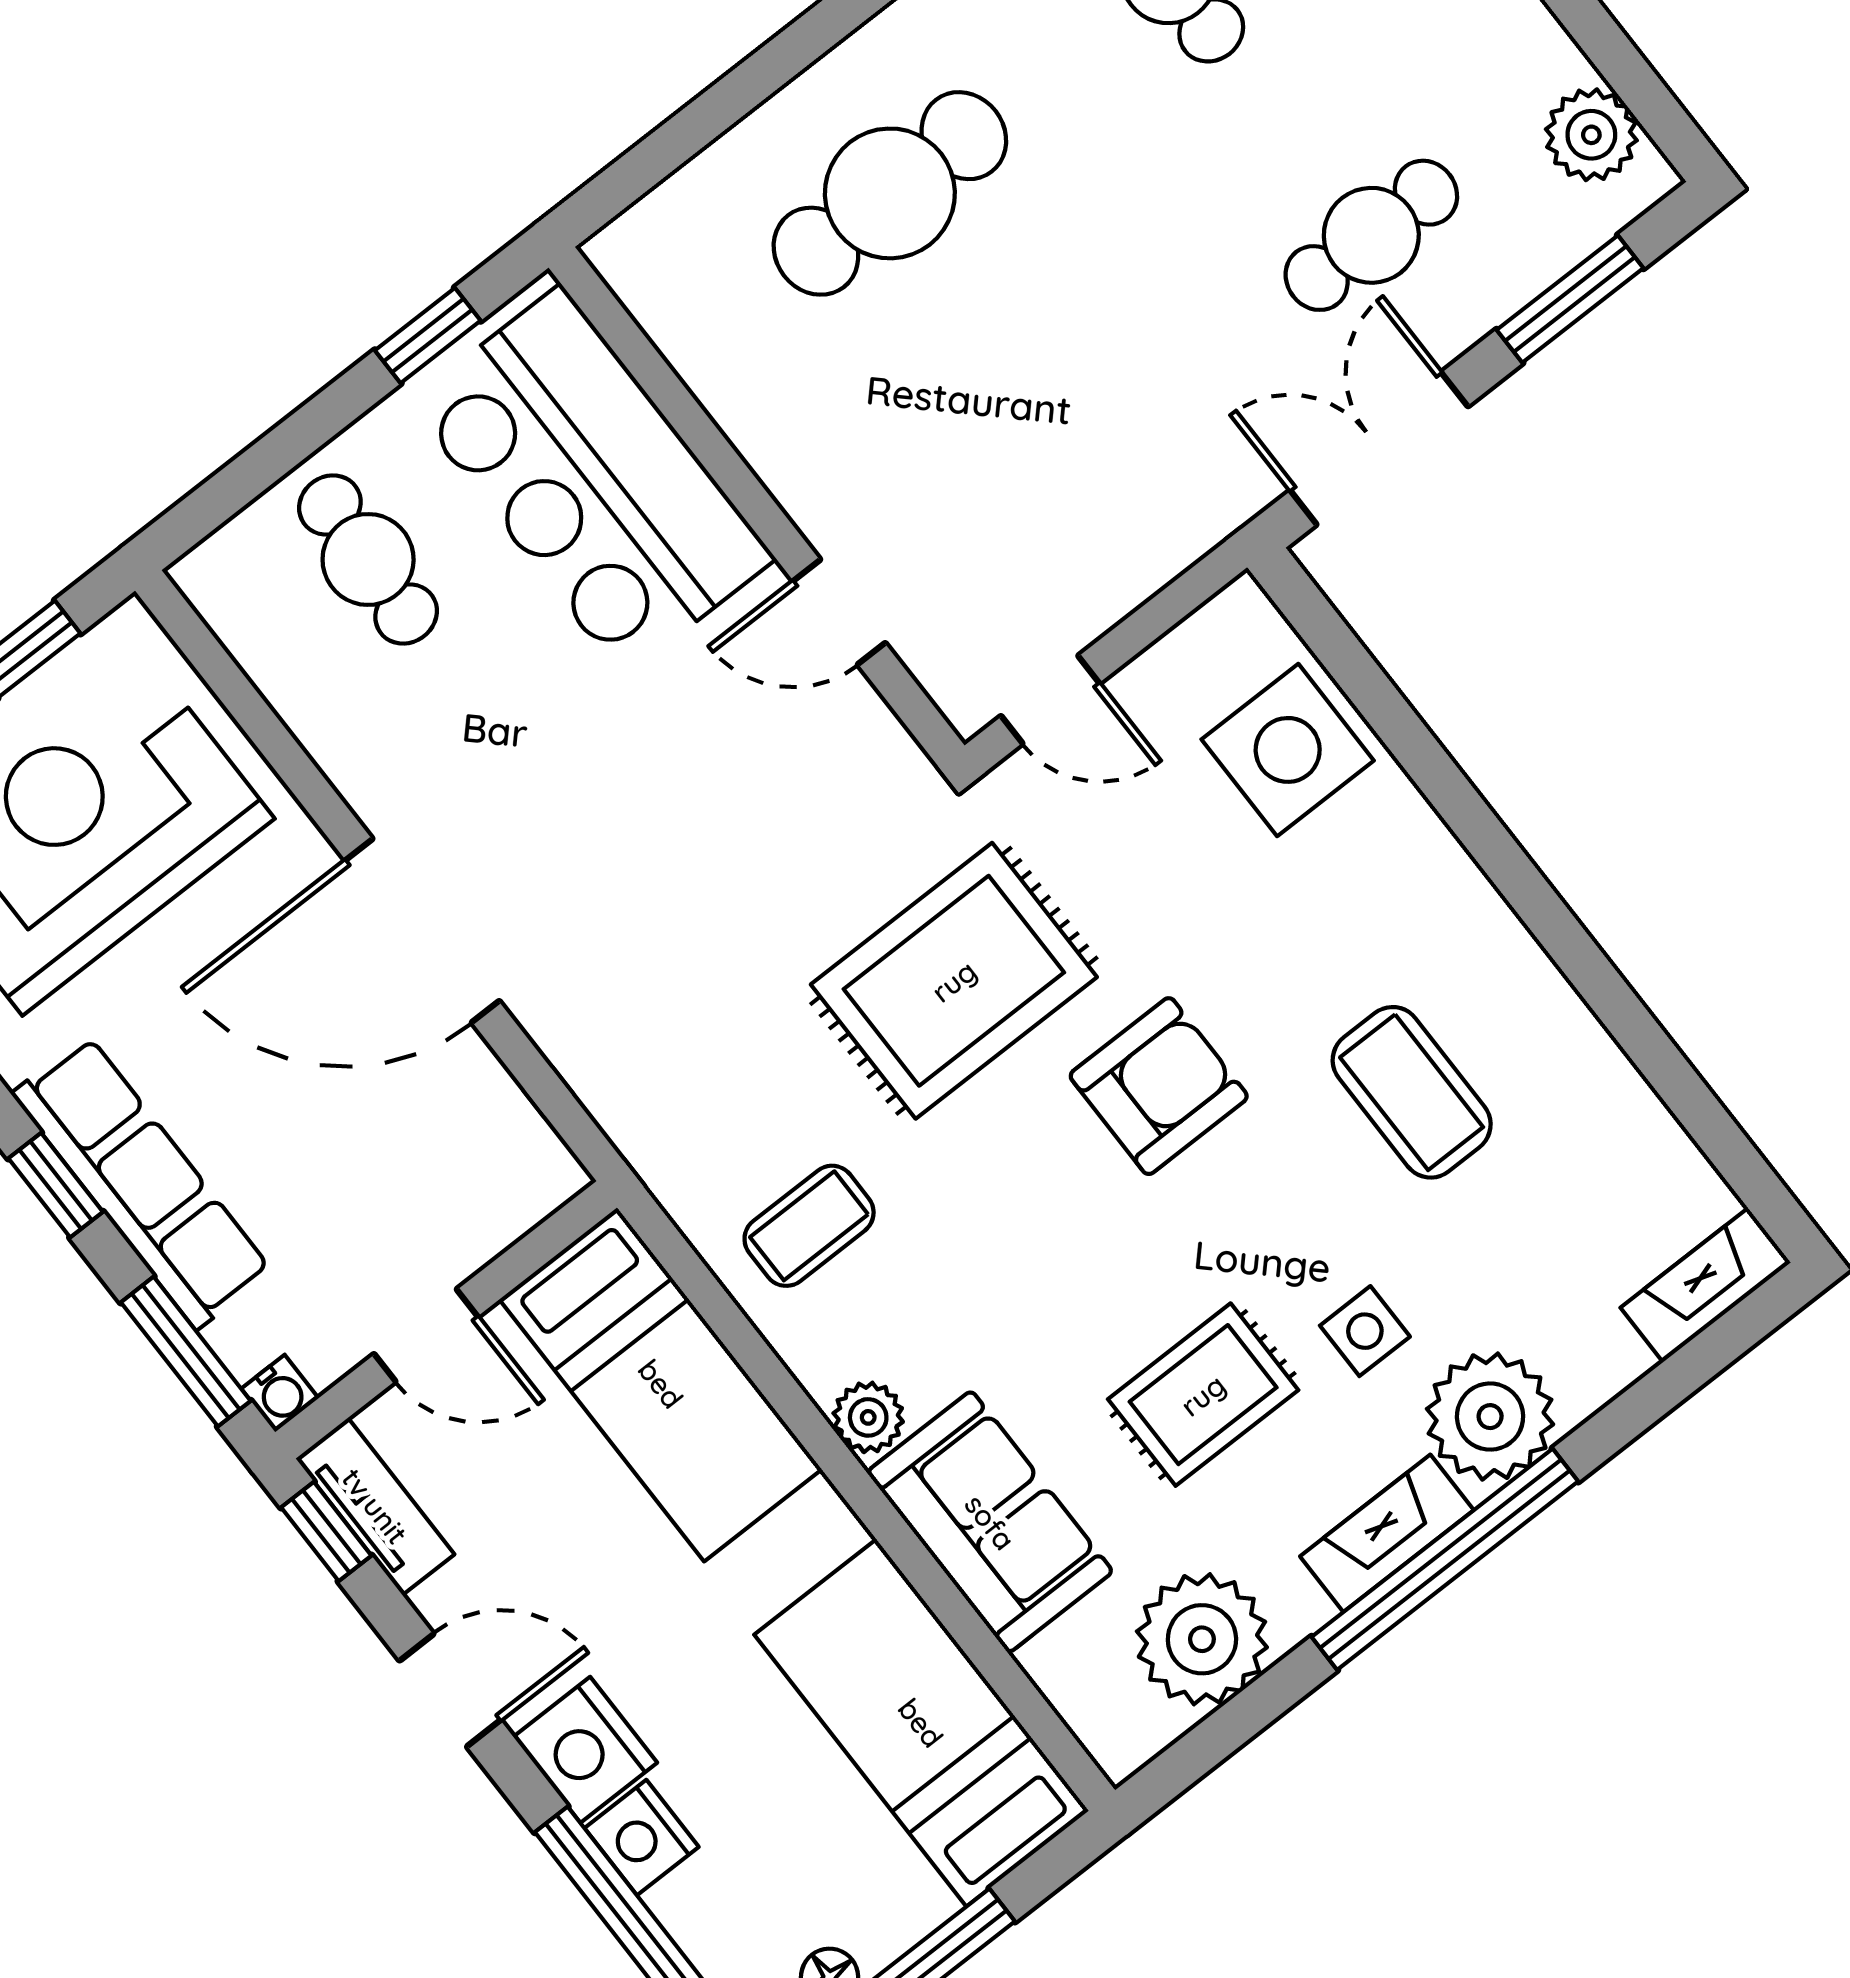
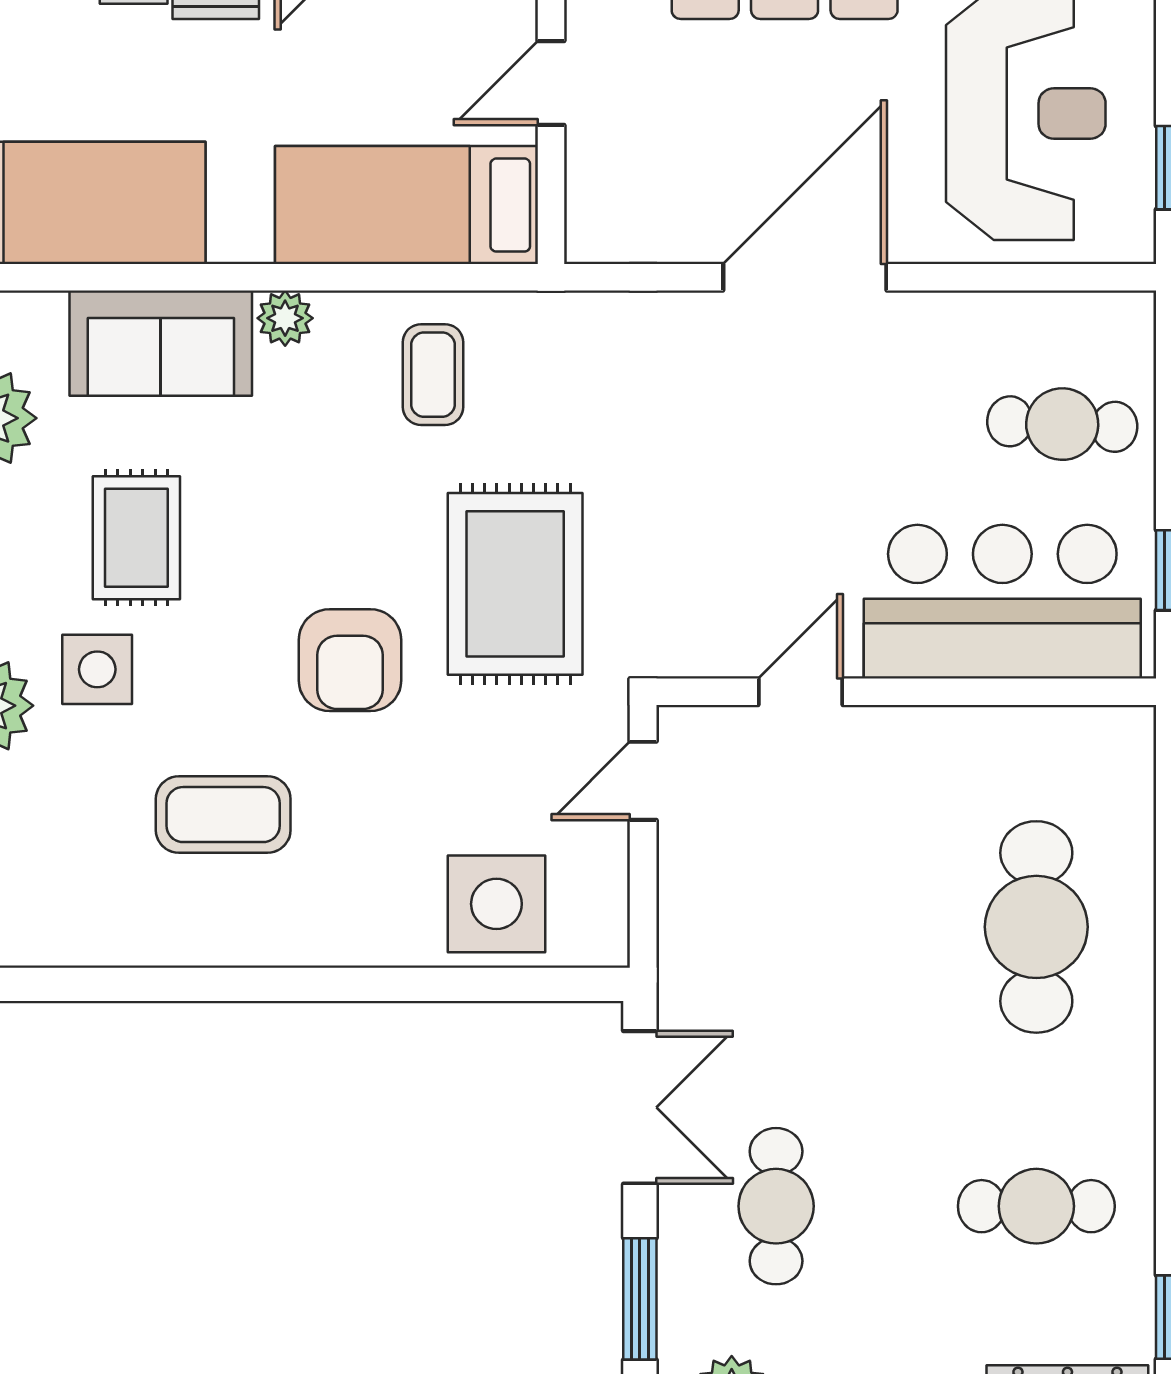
side table: (1365, 1331) -> (97, 669), width x1.37, depth x1.37

